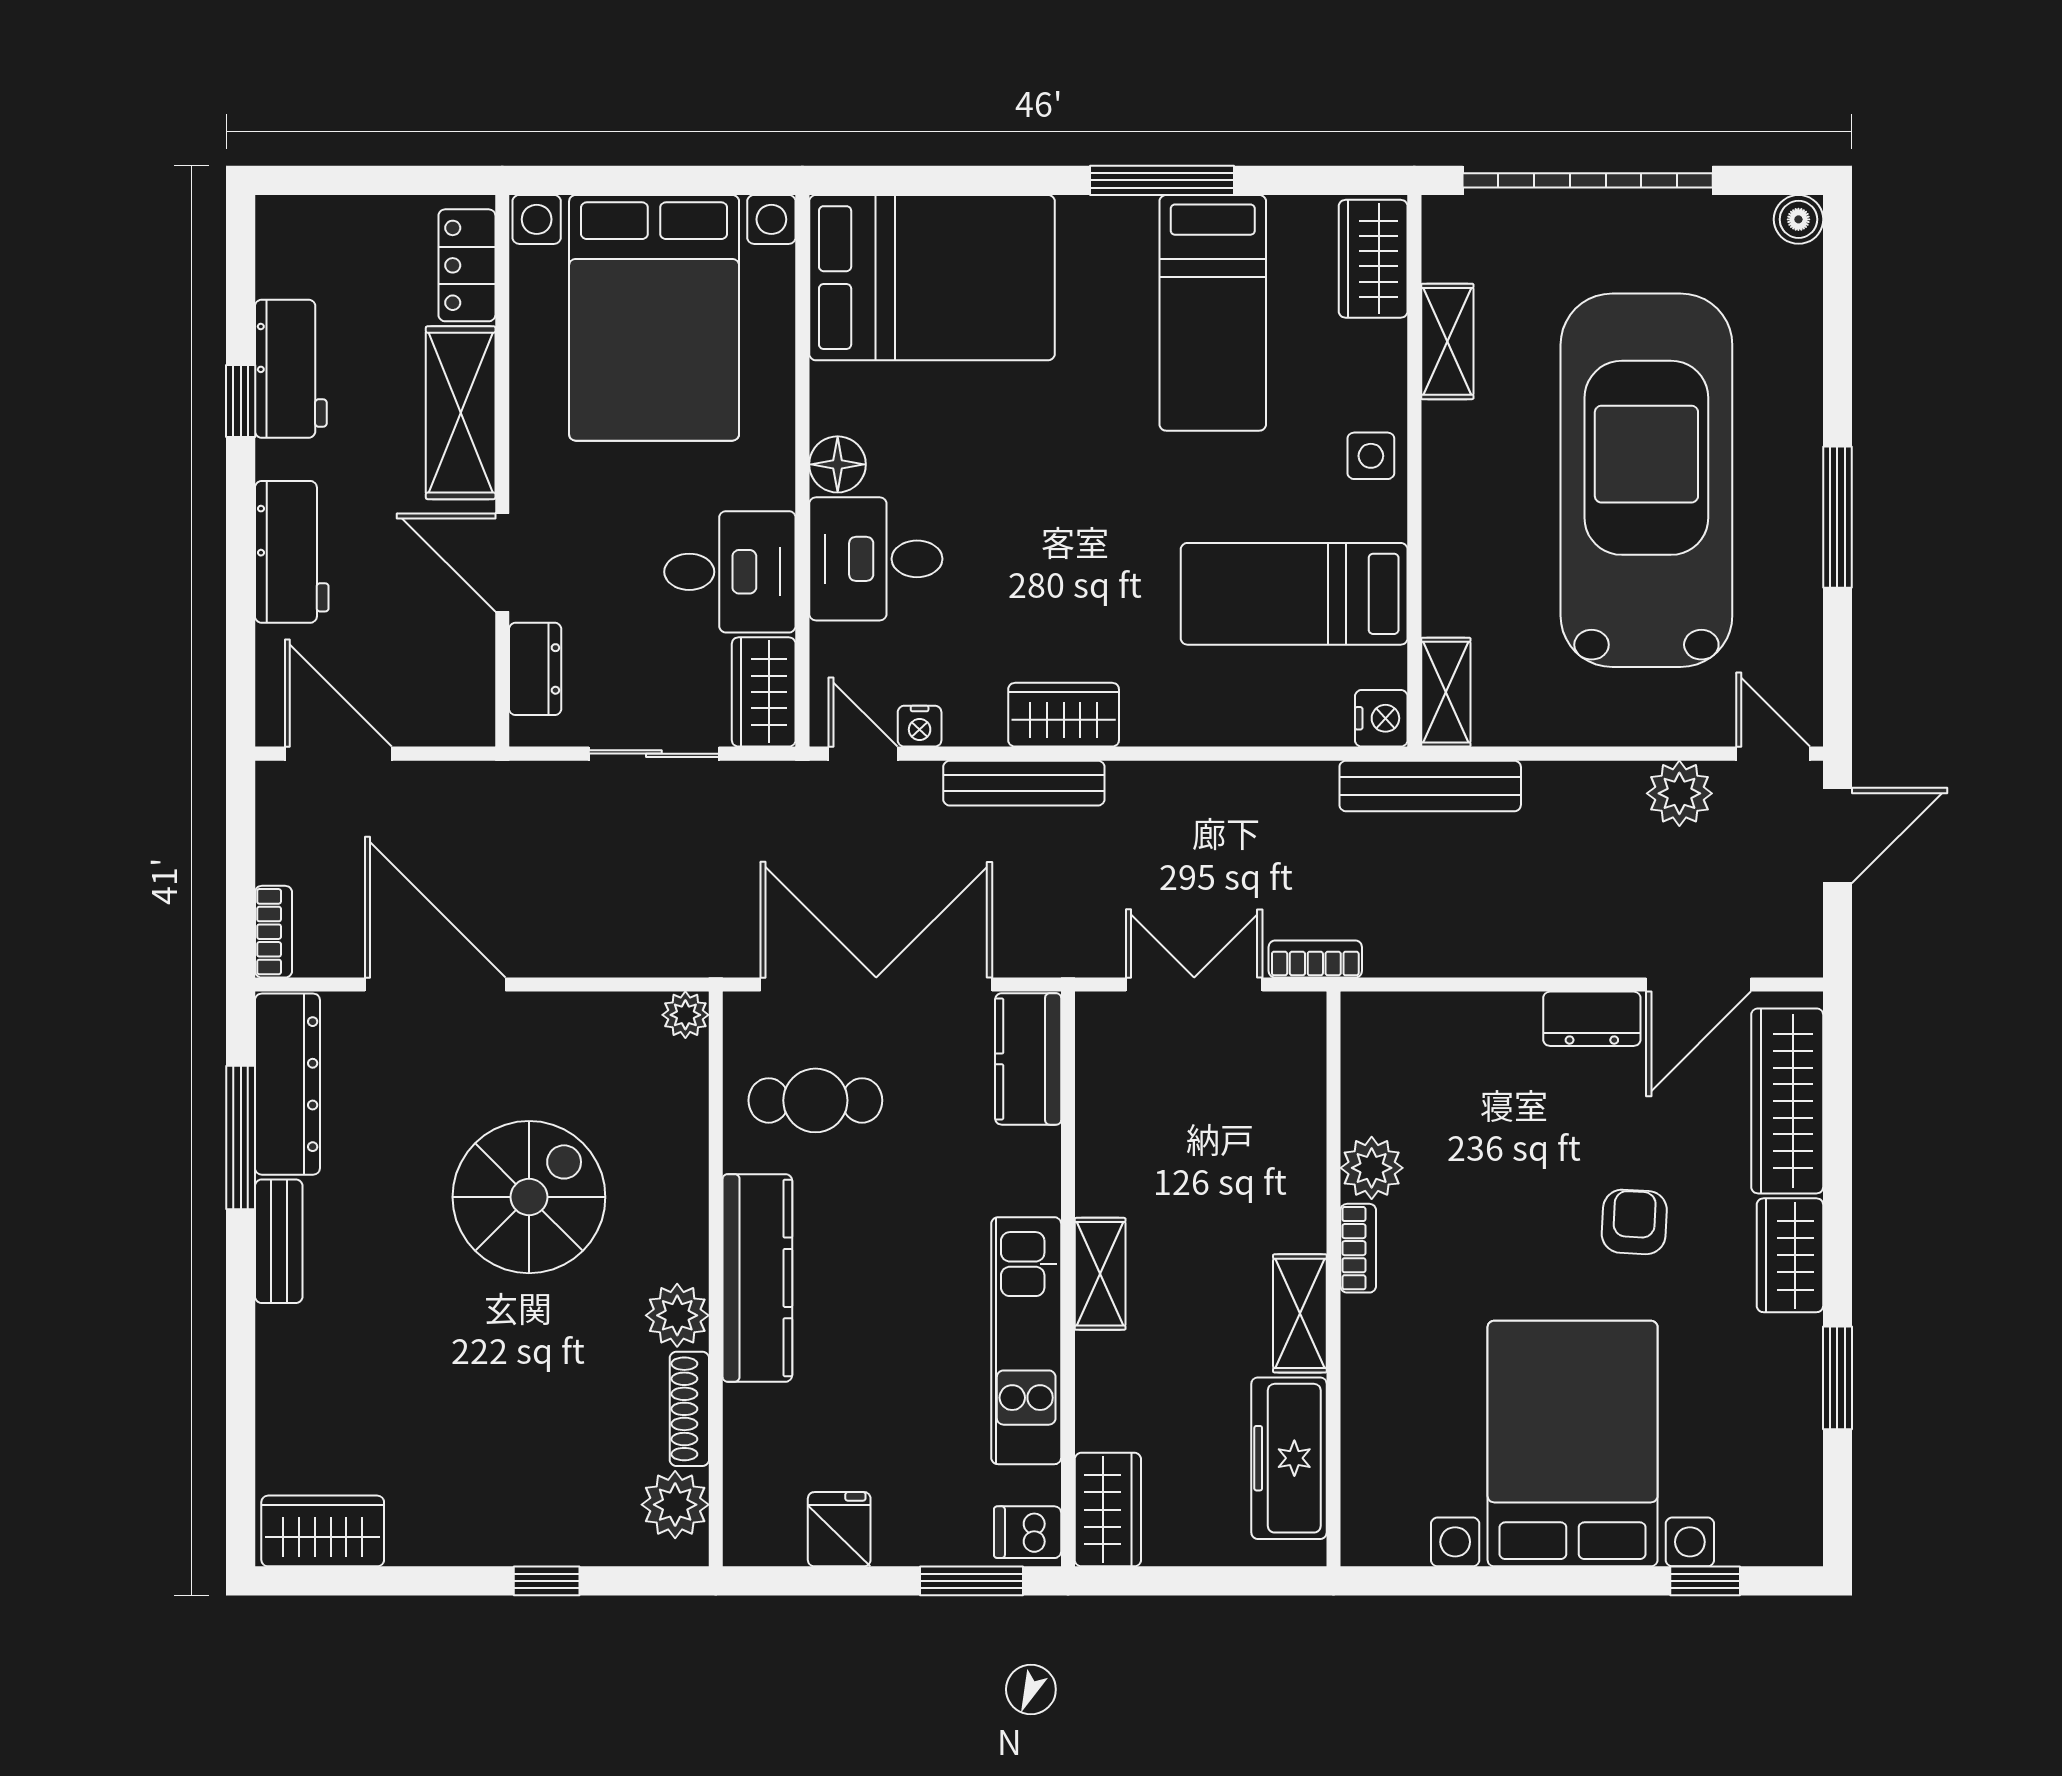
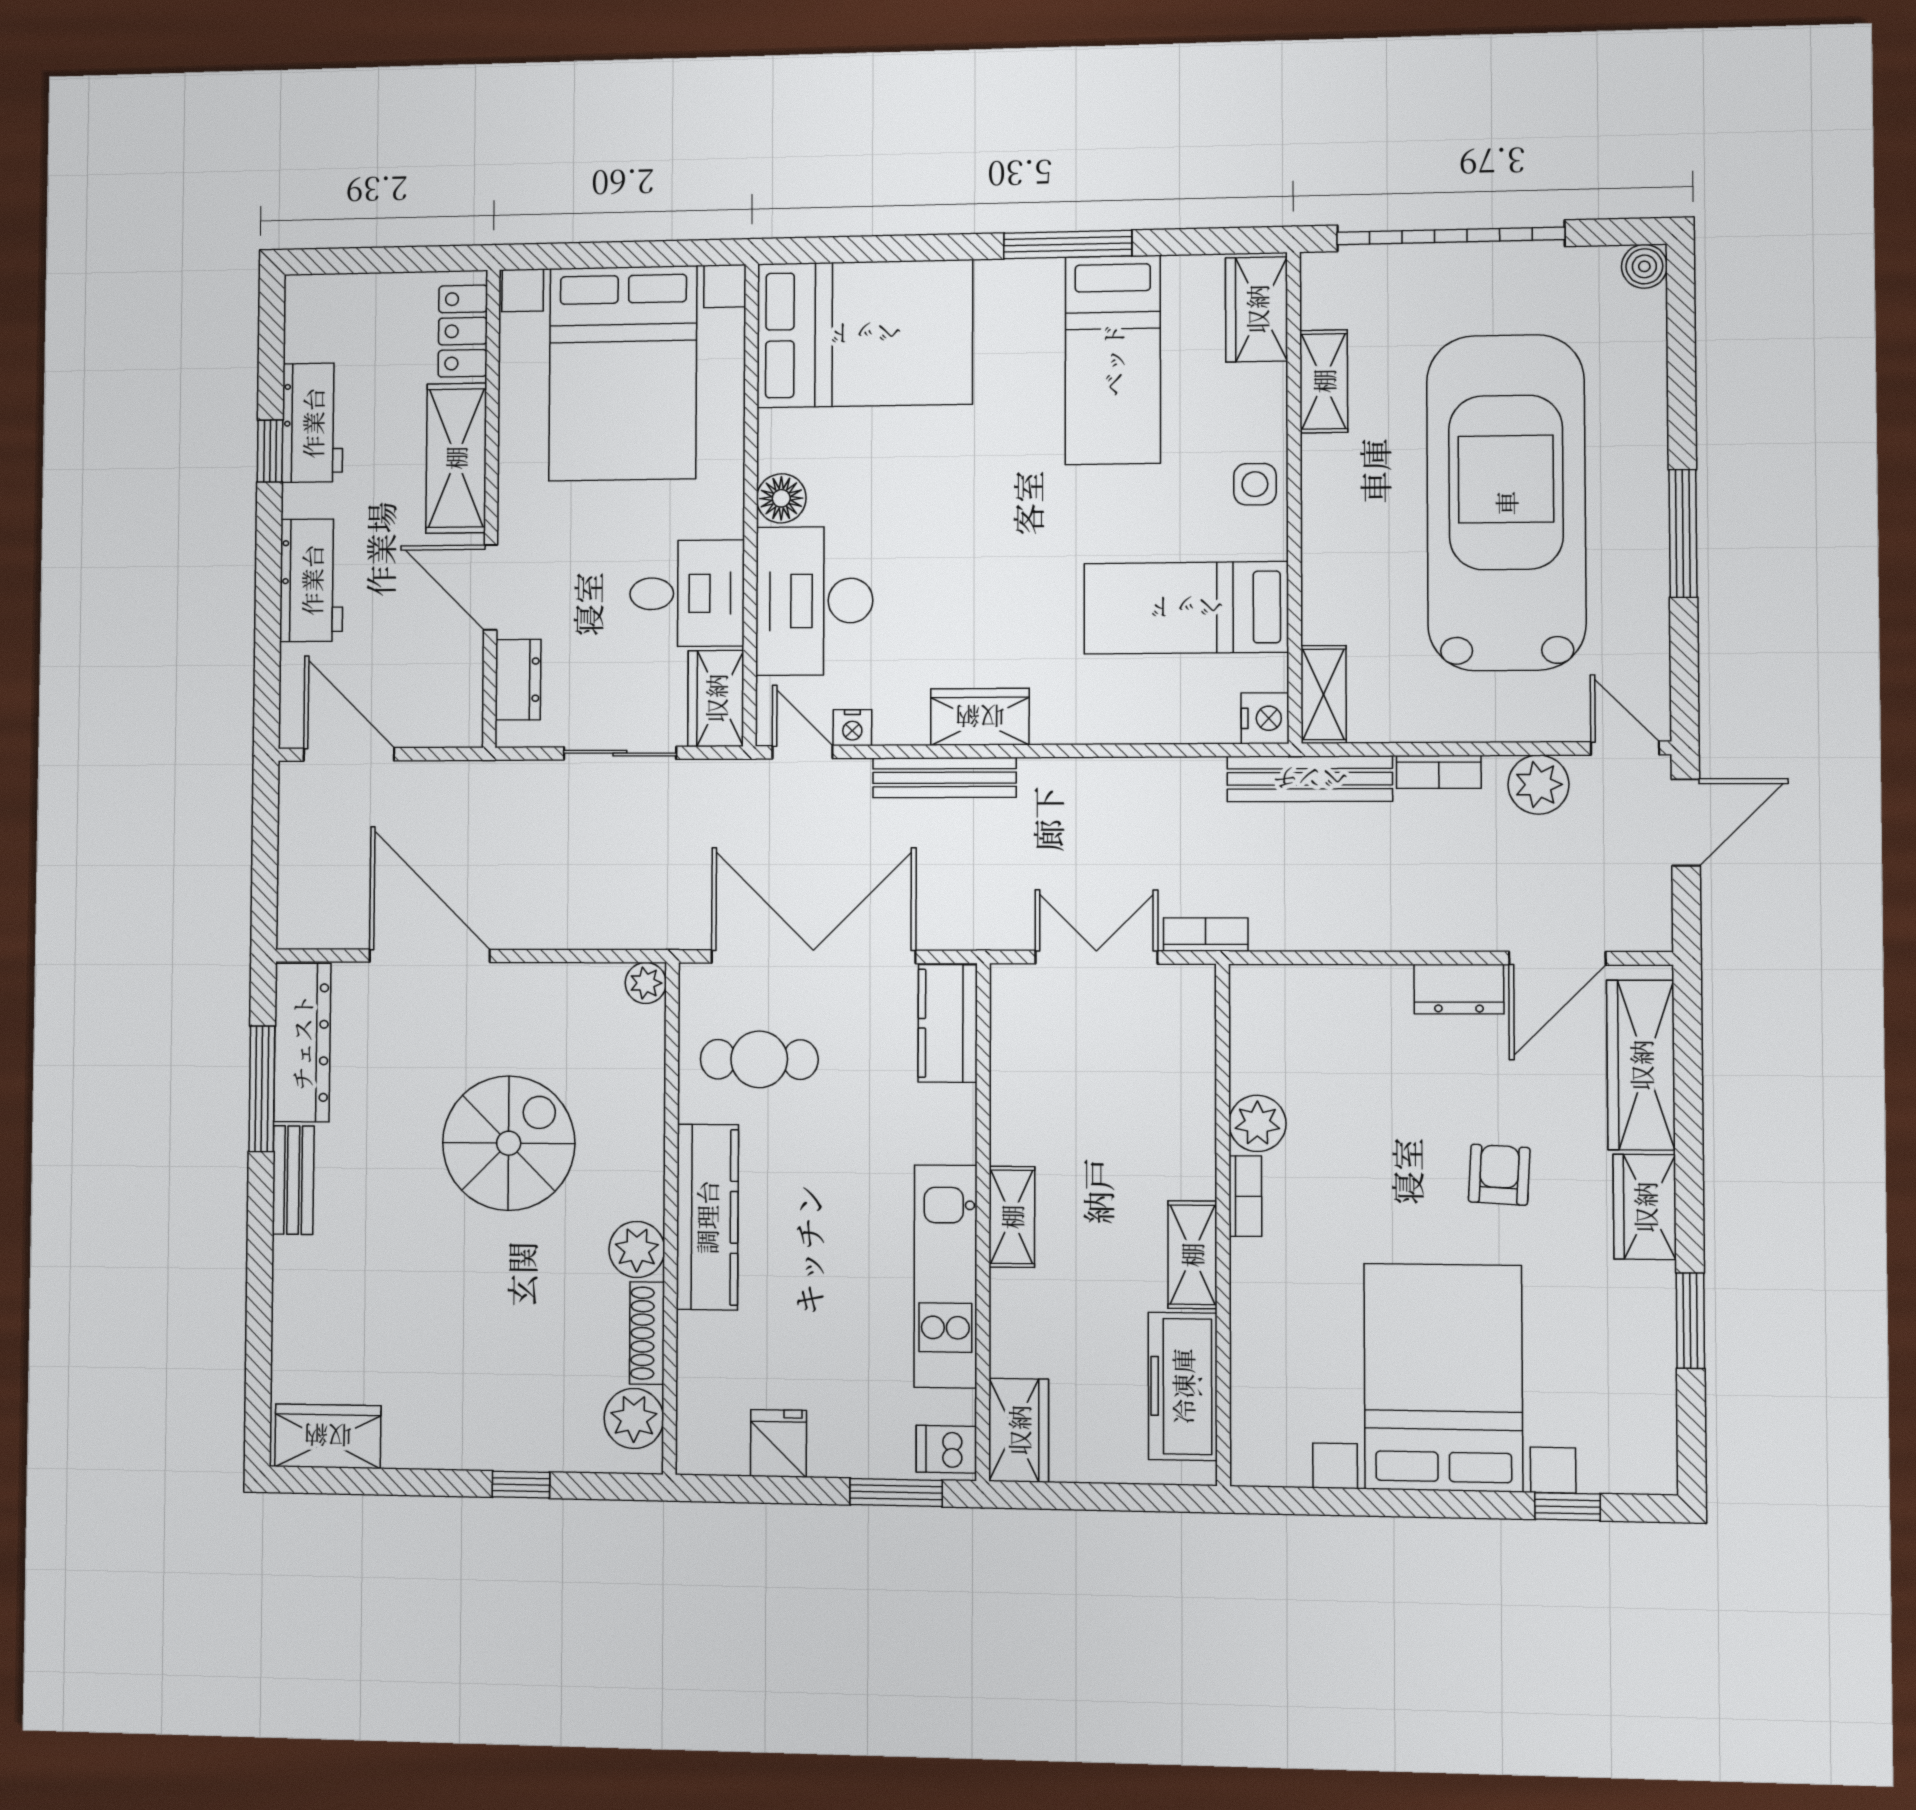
desk: (876, 559) -> (814, 601), width x1.37
bookcase: (273, 932) -> (1439, 772), moved, turned 90

